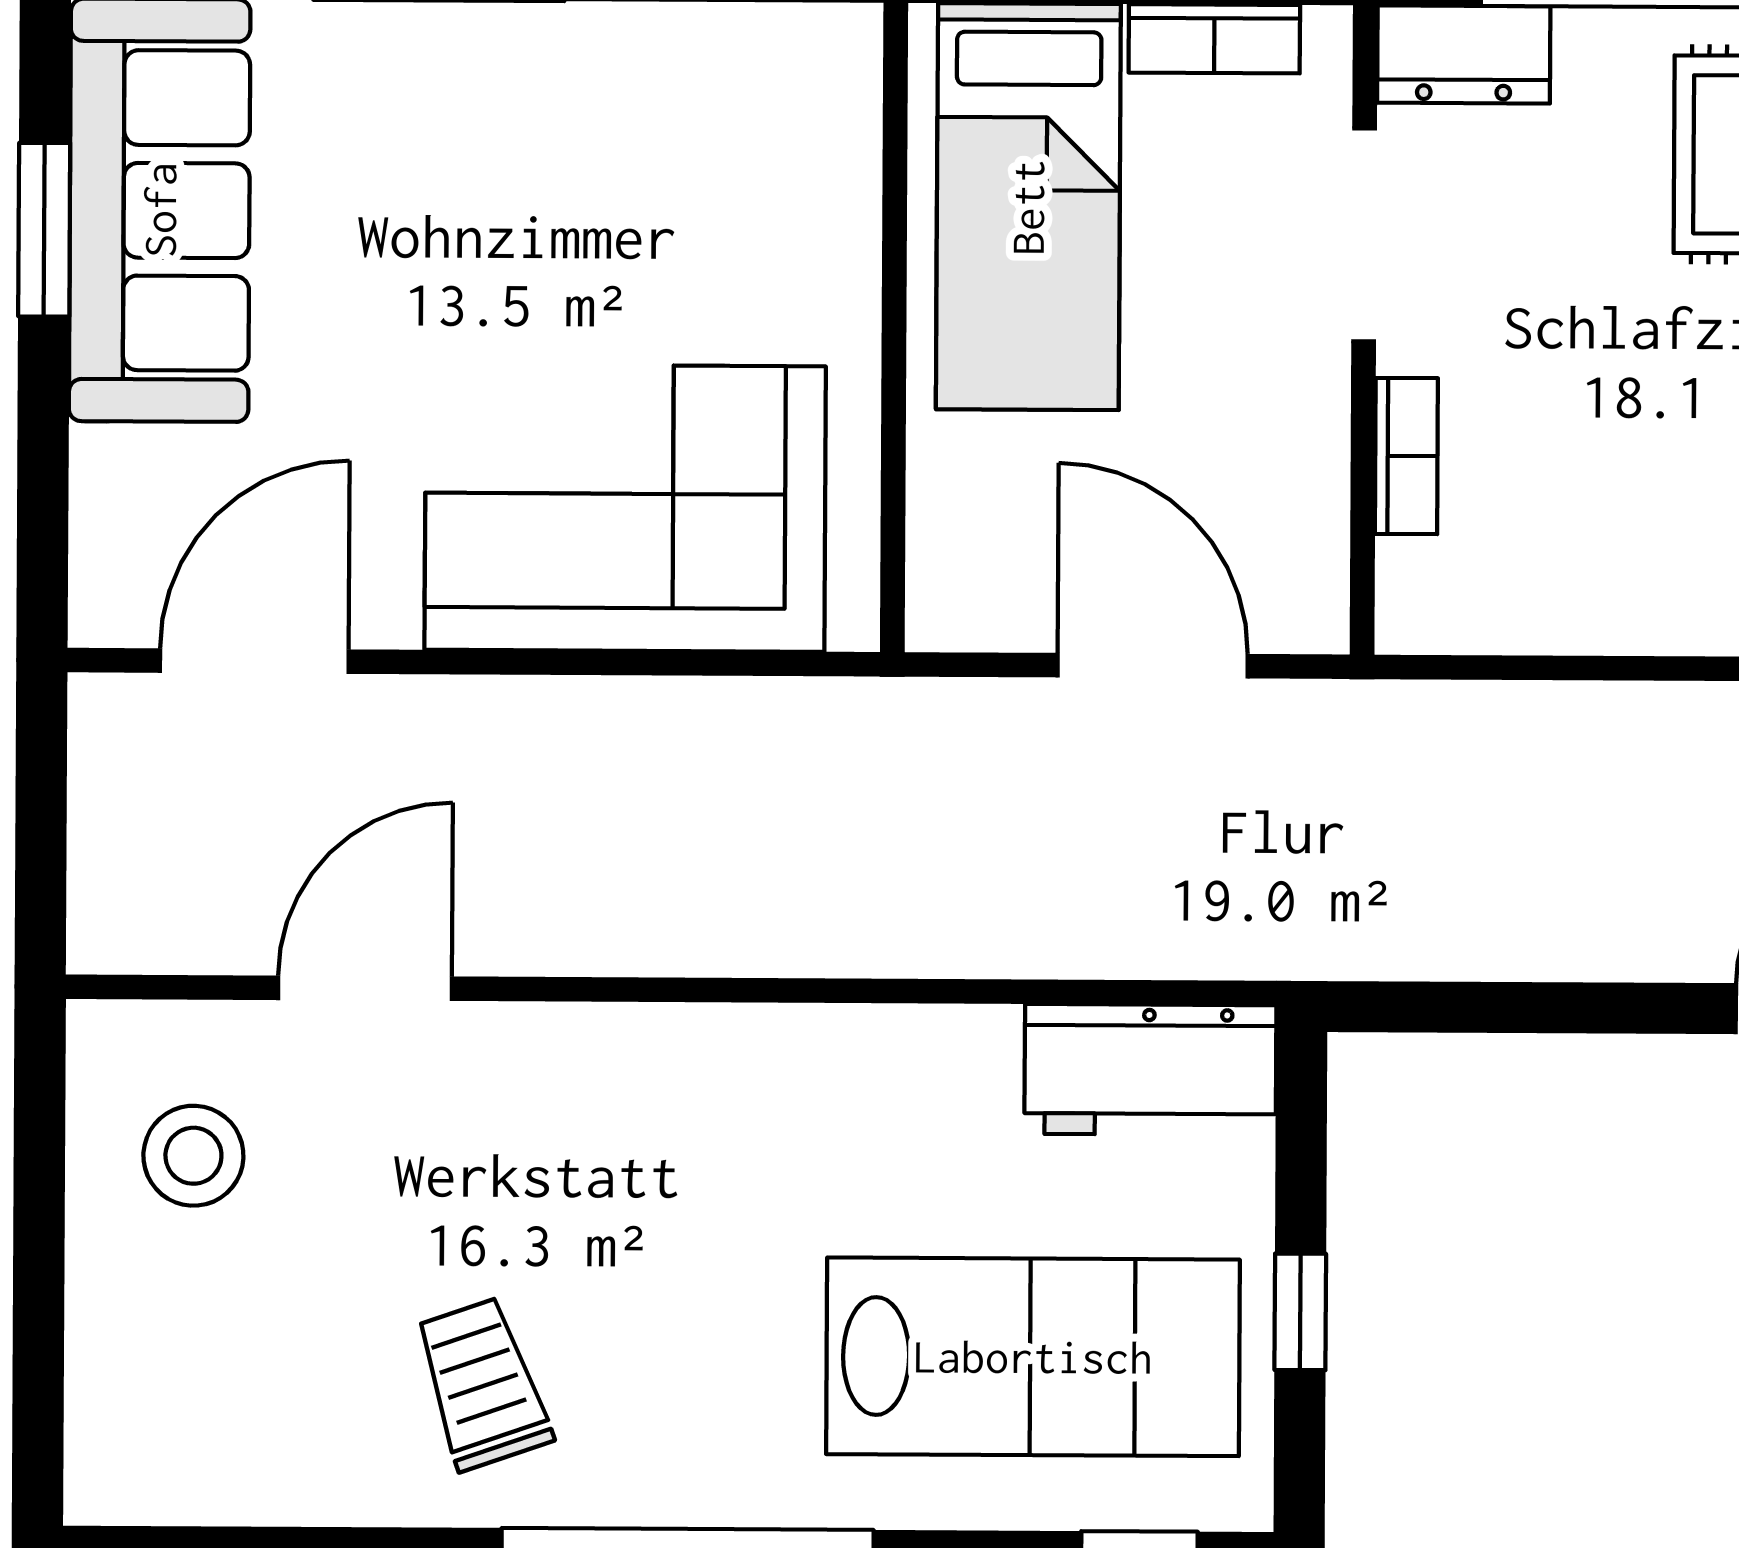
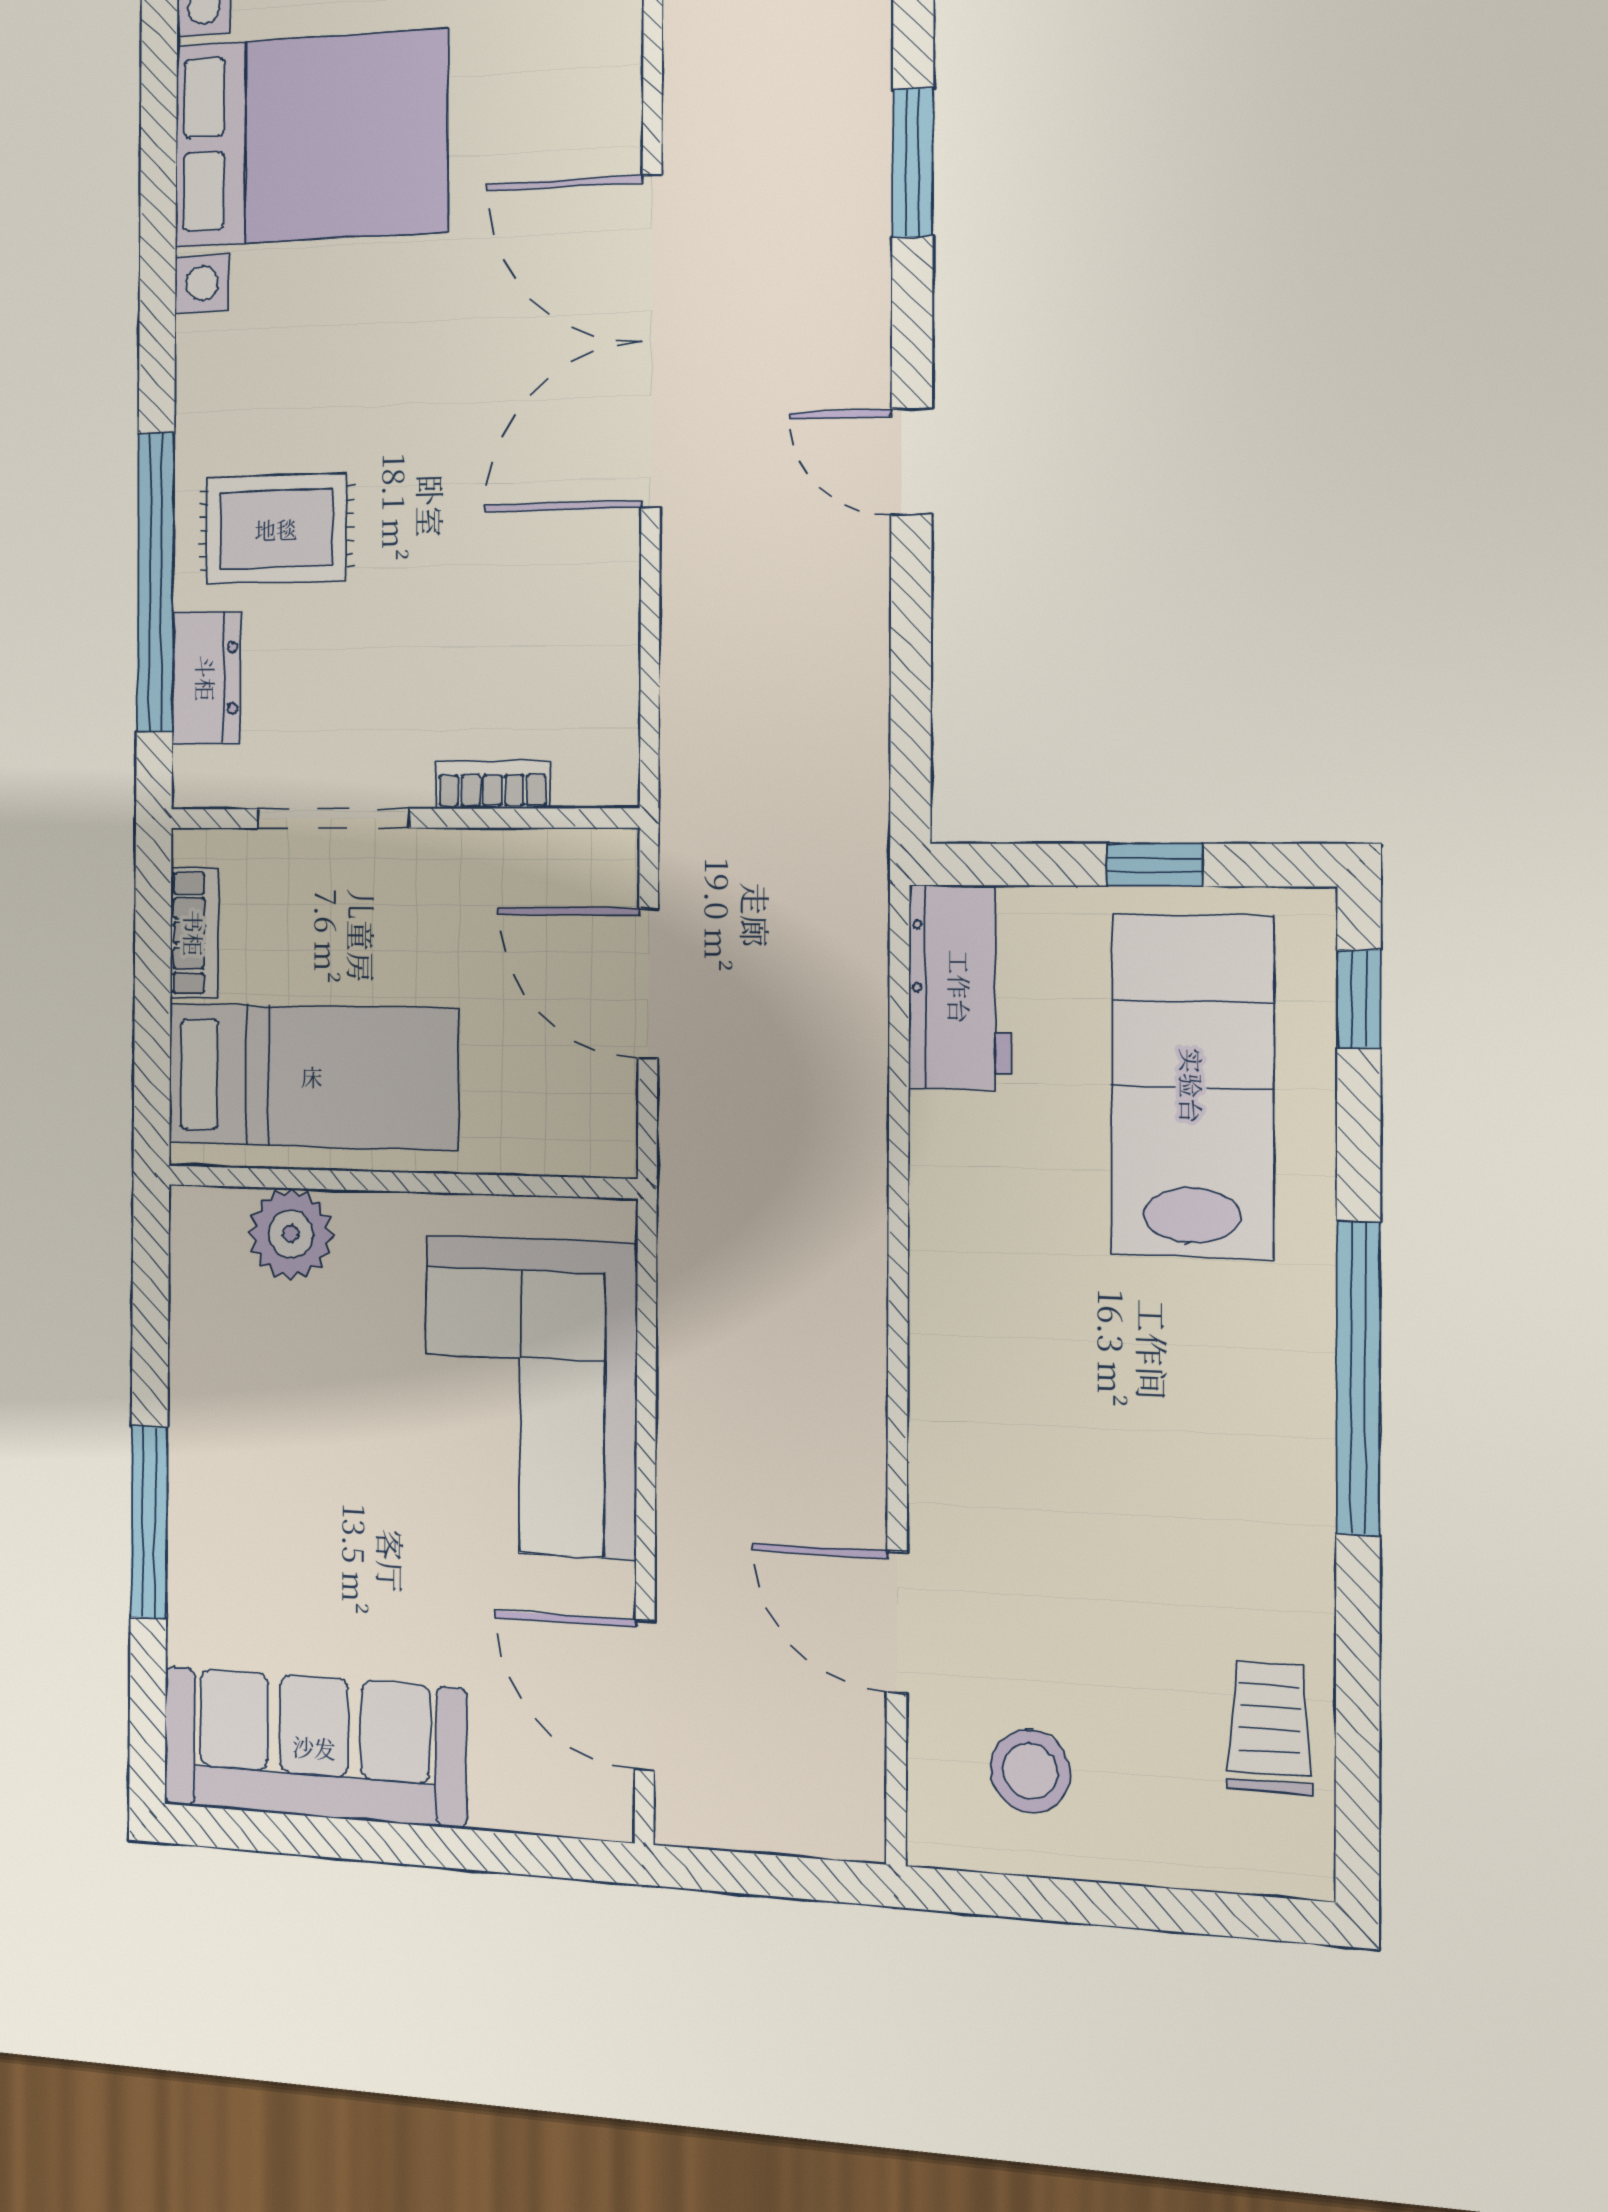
dresser: (1464, 54) -> (206, 678), moved
plant: (823, 177) -> (291, 1234), added
window: (44, 230) -> (328, 1837), removed
door: (1153, 666) -> (648, 983), hinge flipped
trolley: (482, 1384) -> (1269, 1727), moved, turned 109

